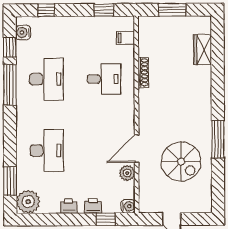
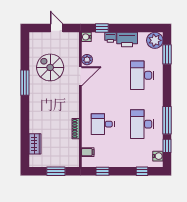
printer: (69, 206) -> (127, 40), width x1.87, depth x1.48

